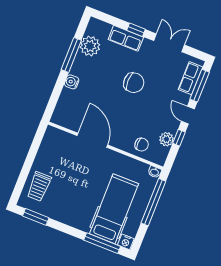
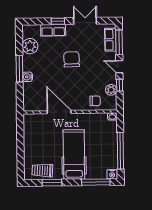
window: (71, 55) -> (19, 69), moved
chair: (134, 83) -> (72, 59), turned -92
trolley: (39, 187) -> (42, 170), moved, turned 93
window: (153, 202) -> (120, 151), moved
hospital bed: (114, 209) -> (74, 154), moved
window: (36, 217) -> (52, 183), moved

